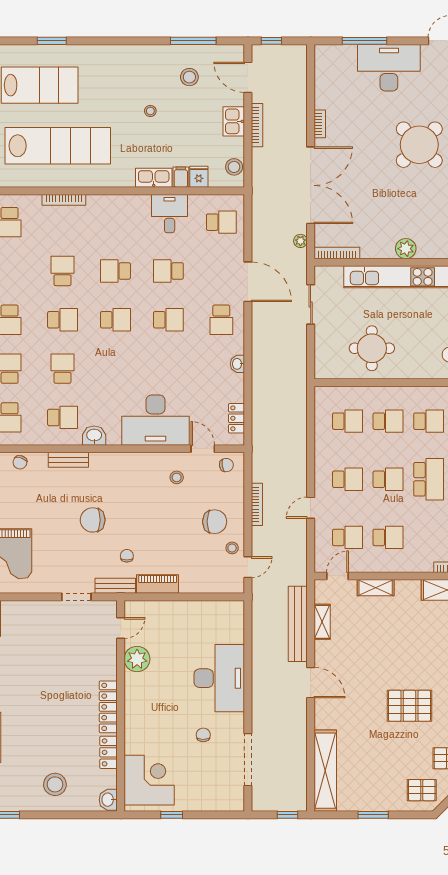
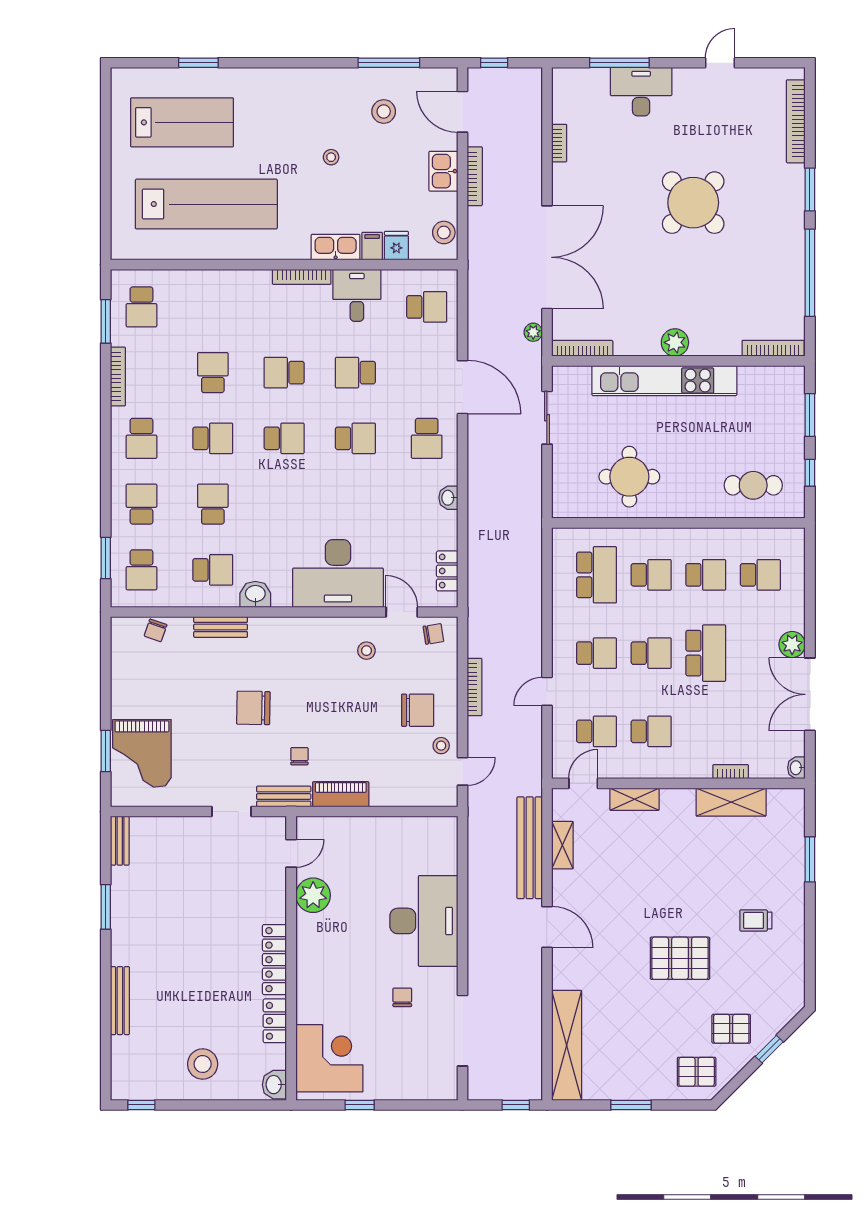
desk: (389, 68) -> (641, 92), width x0.73, depth x0.77
bookcase: (320, 124) -> (559, 143), moved
bookcase: (64, 200) -> (302, 277), moved
school desk: (347, 421) -> (597, 575), width x1.85

